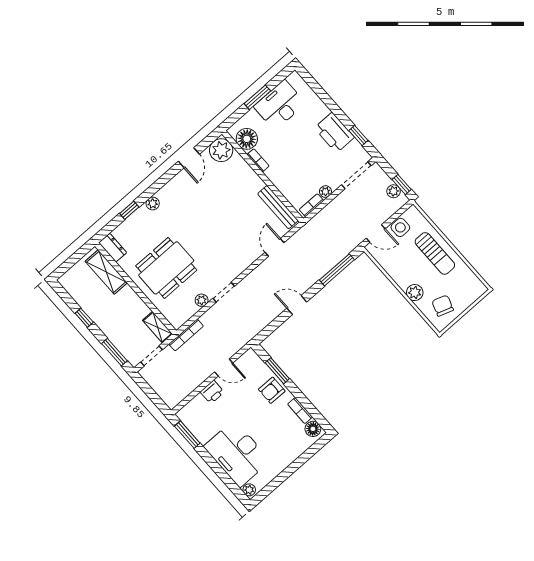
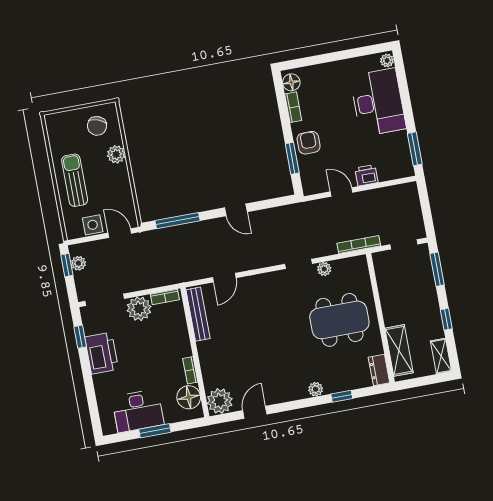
plant: (325, 192) -> (139, 309), width x1.88, depth x1.88
shelving: (158, 327) -> (441, 356), moved
armchair: (272, 390) -> (309, 143), turned -90

